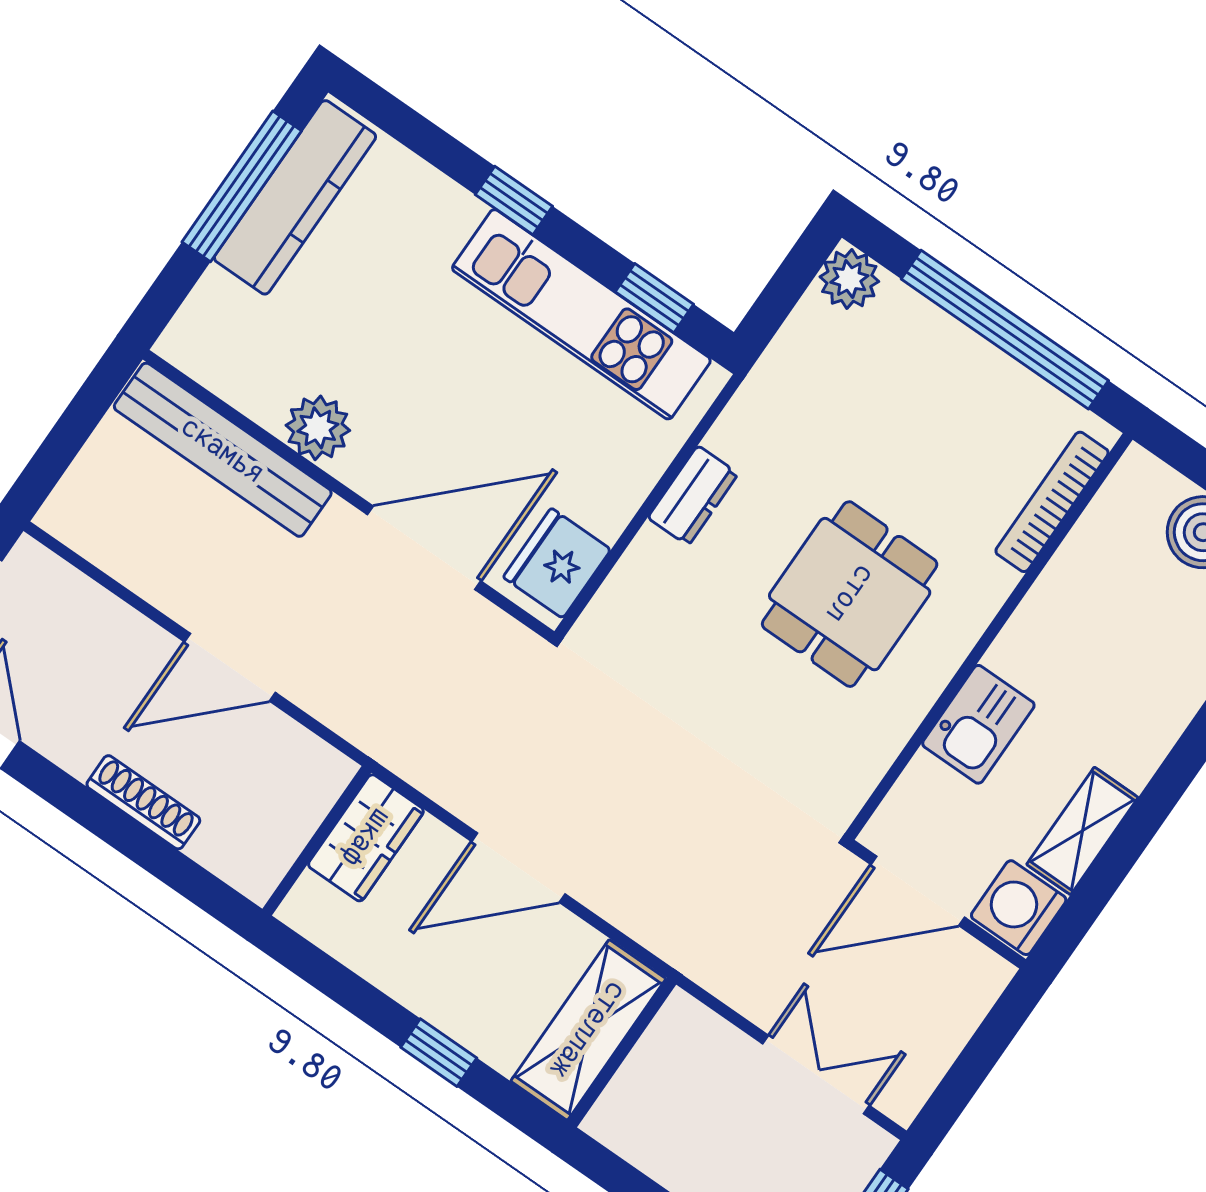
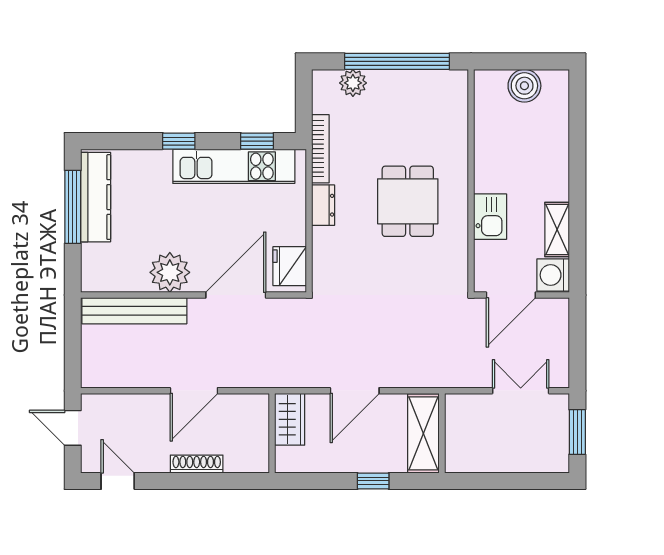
plant: (849, 279) -> (353, 83), moved
plant: (318, 428) -> (170, 272), width x1.36, depth x1.36
bookcase: (1052, 502) -> (320, 149), moved, turned 180

